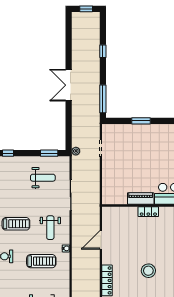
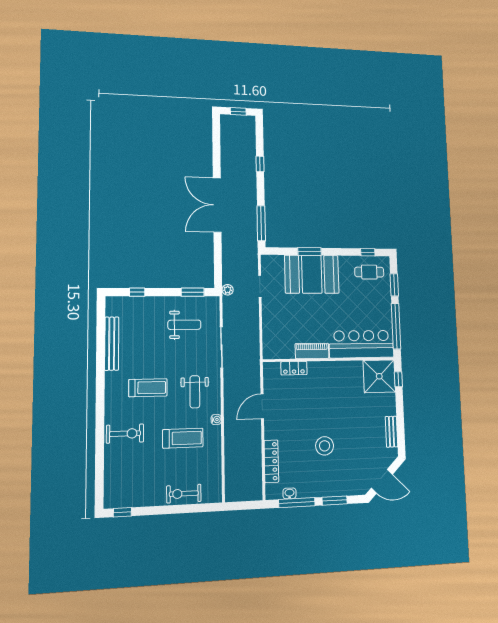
double door: (69, 85) -> (217, 205), width x1.36
booth: (142, 139) -> (312, 274), added
locker: (148, 212) -> (294, 368), moved

